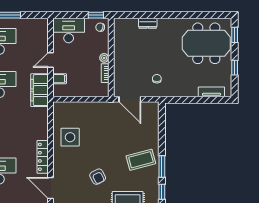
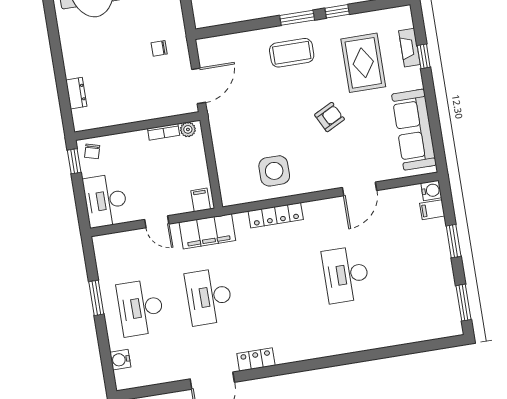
dresser: (148, 23) -> (76, 93), moved
plant: (104, 58) -> (188, 129), moved
filing cabinet: (60, 79) -> (201, 200), moved
locker: (43, 157) -> (276, 215), moved
coffee table: (141, 160) -> (292, 53), turned -75

